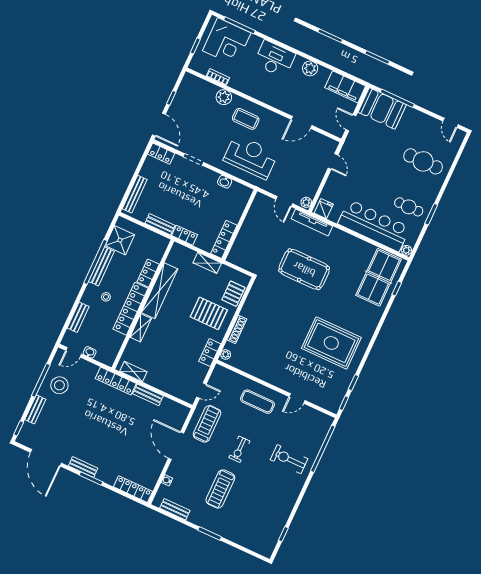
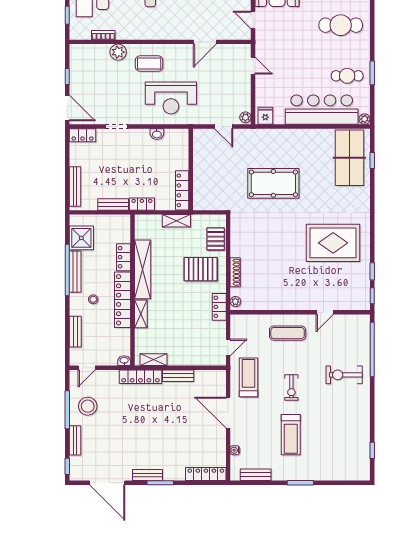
reception desk: (251, 157) -> (171, 98), turned 180
tv unit: (312, 222) -> (260, 134), removed
washbasin: (90, 352) -> (124, 361), moved

